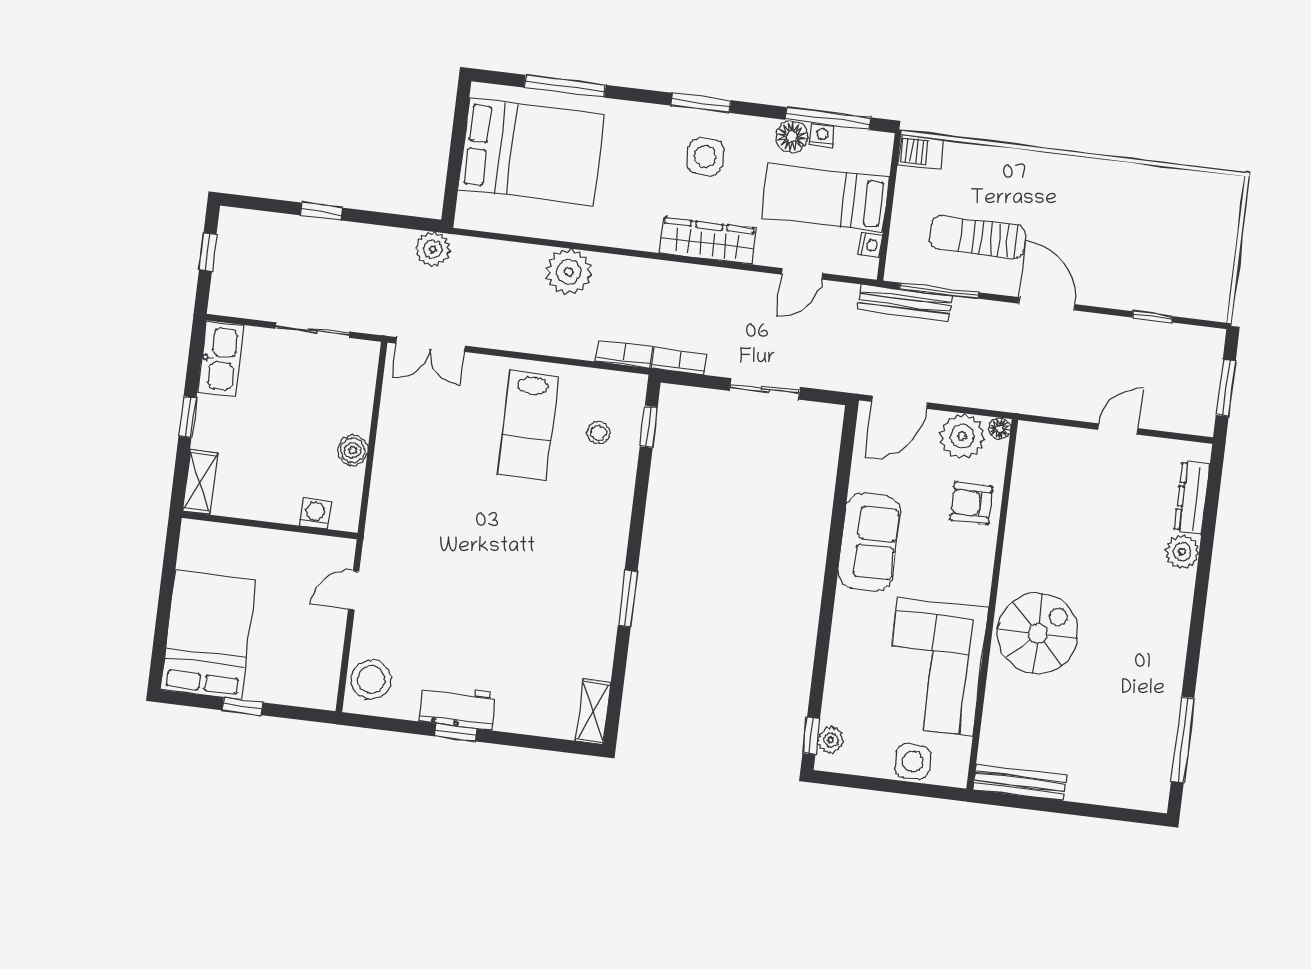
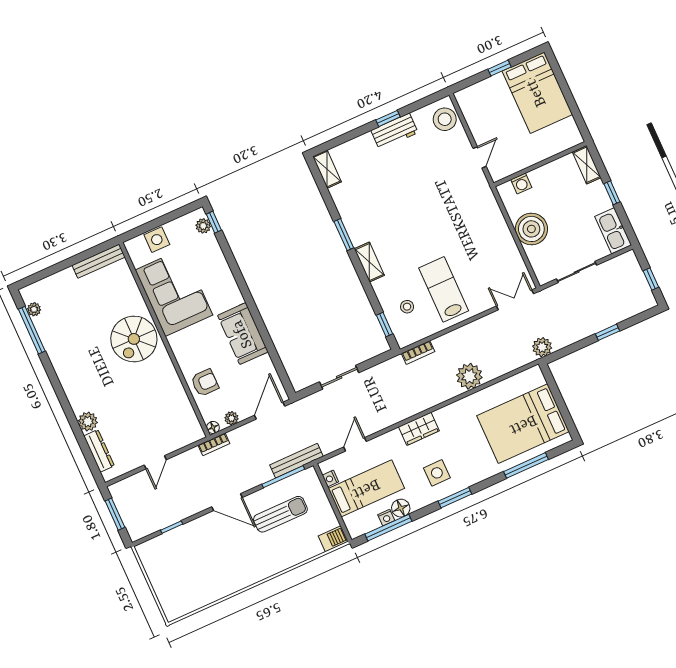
wardrobe: (708, 241) -> (419, 429), width x0.67
bookcase: (679, 361) -> (214, 444), moved
plant: (962, 436) -> (231, 418), width x0.53, depth x0.53
boiler: (353, 450) -> (531, 229), width x1.86, depth x1.86
shelving: (614, 534) -> (369, 262), added
plant: (1160, 769) -> (34, 309), added

